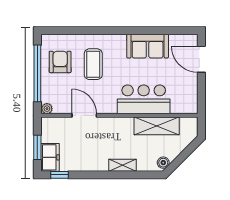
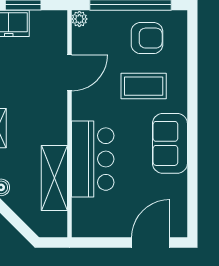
sofa: (148, 46) -> (170, 143), moved

